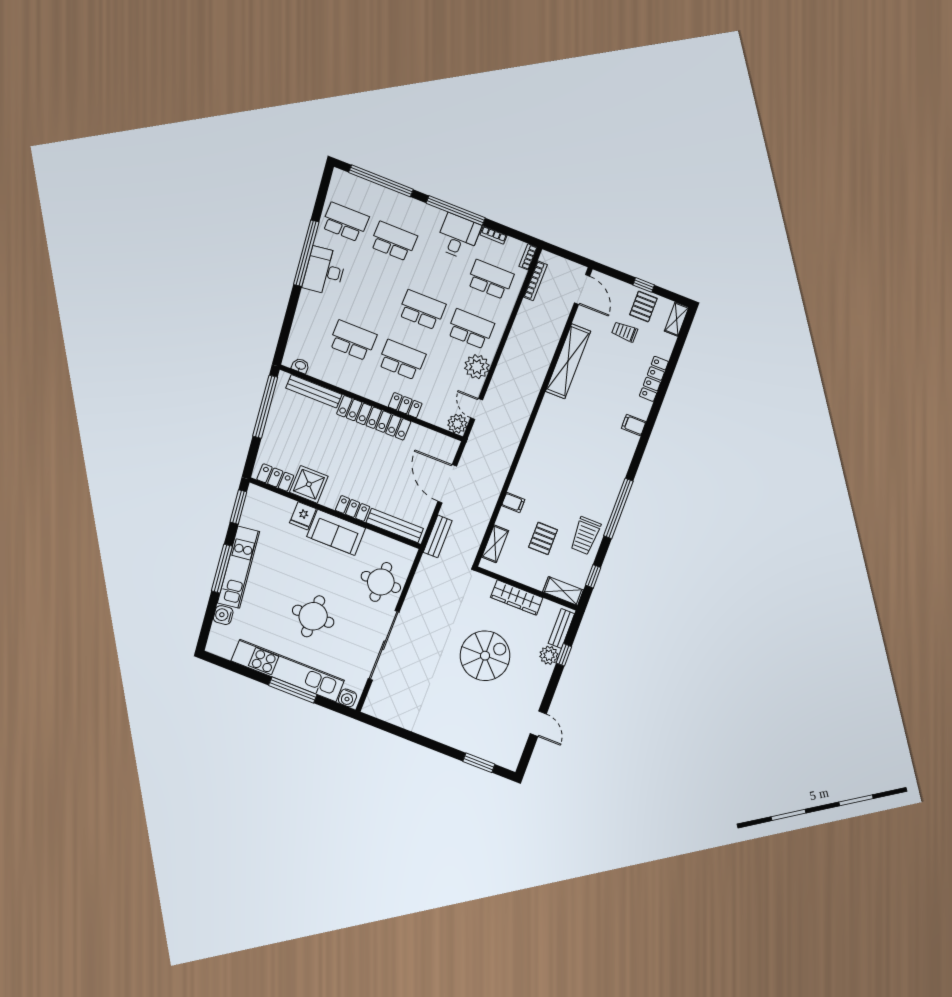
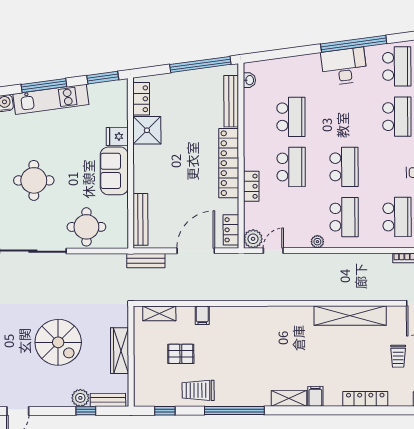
trolley: (625, 332) -> (398, 356), turned 180
plant: (477, 367) -> (317, 242), width x0.53, depth x0.53
locker: (353, 508) -> (231, 230), moved, turned 180
shelving: (563, 591) -> (289, 398), moved, turned 90

